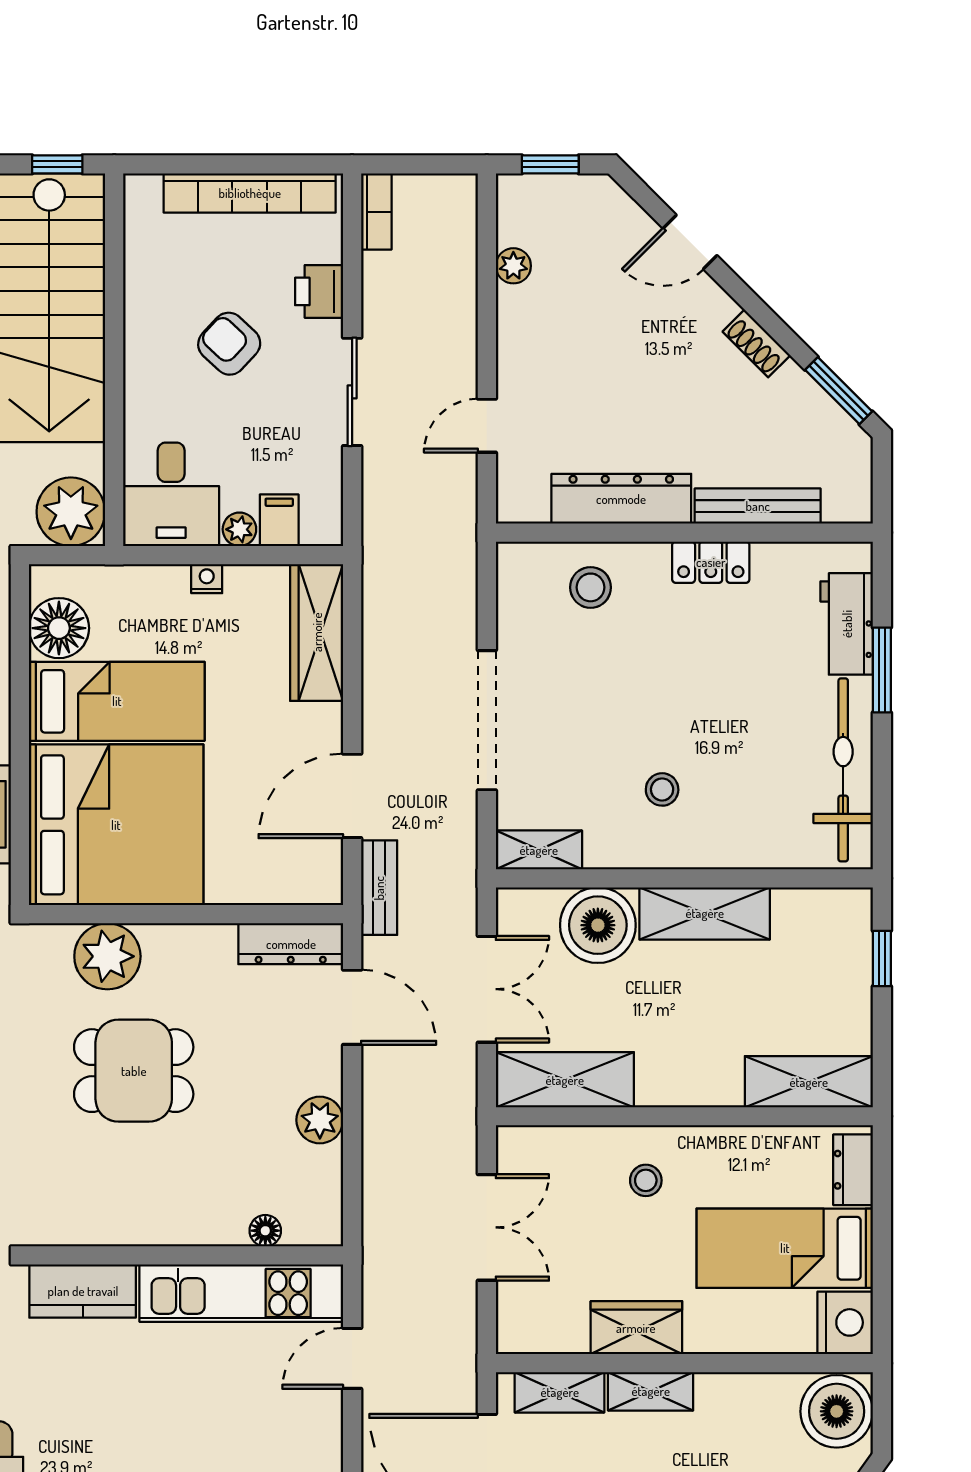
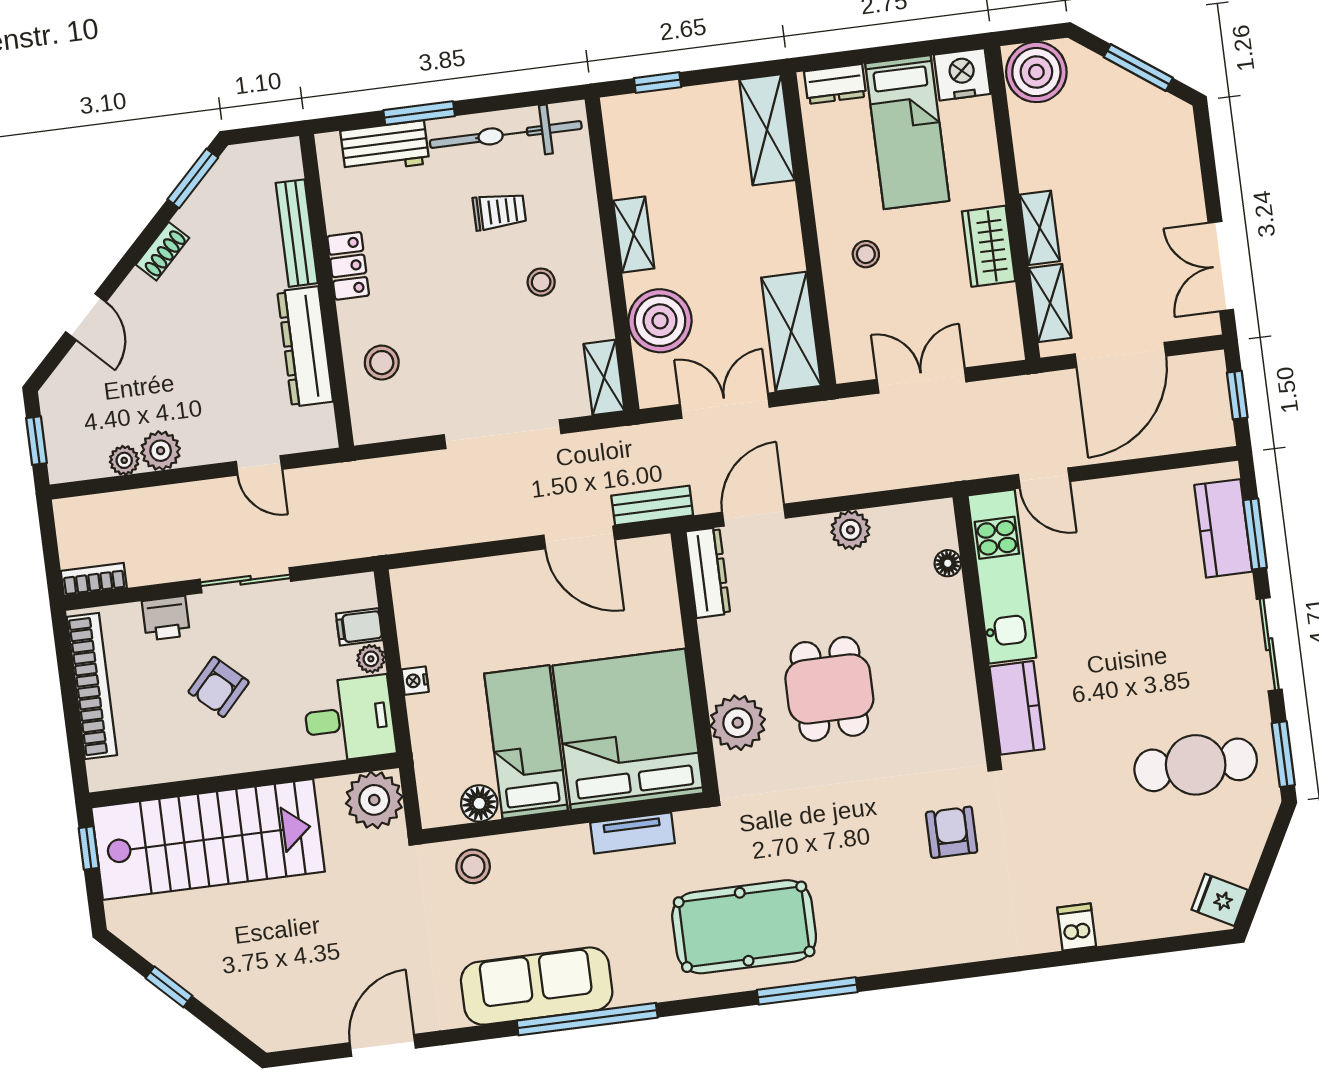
plant: (519, 311) -> (161, 451), added
floor lamp: (59, 628) -> (479, 803), width x0.73, depth x0.73
wardrobe: (317, 632) -> (448, 584), removed
trolley: (753, 750) -> (499, 211), added
shelving: (705, 913) -> (634, 234), width x0.67, depth x0.75

